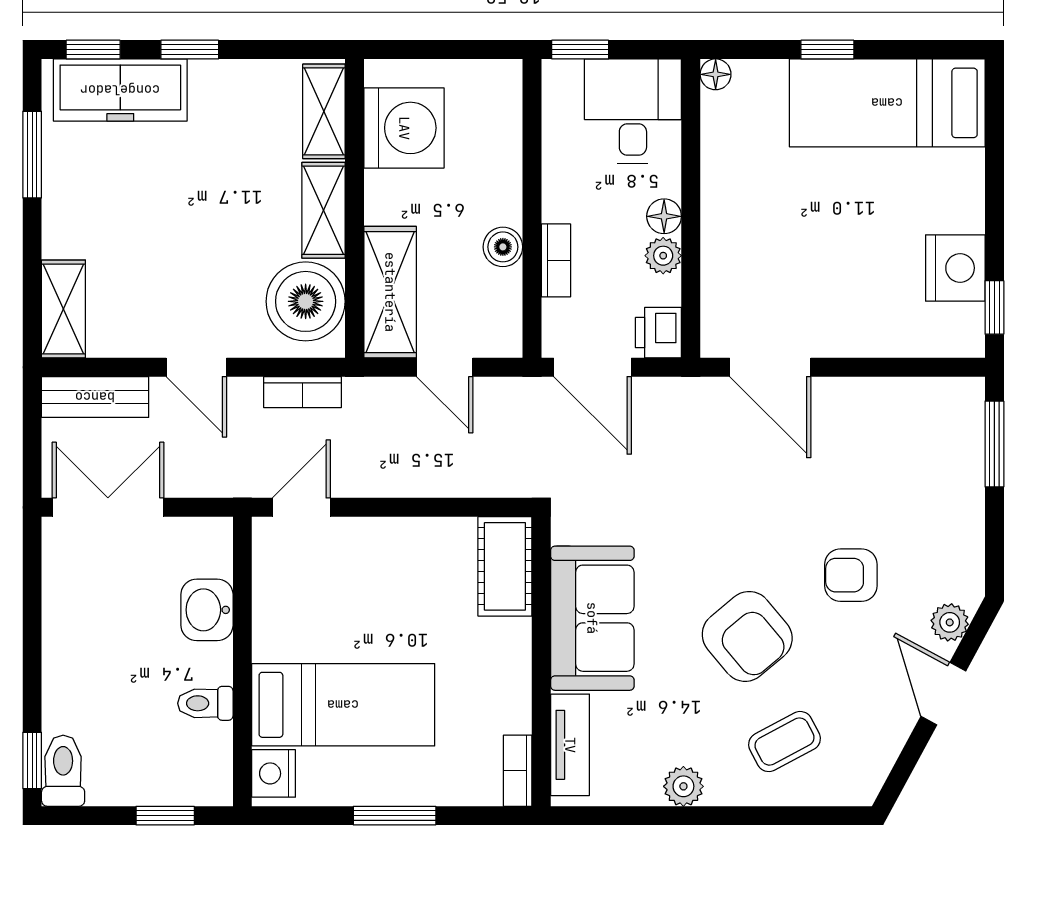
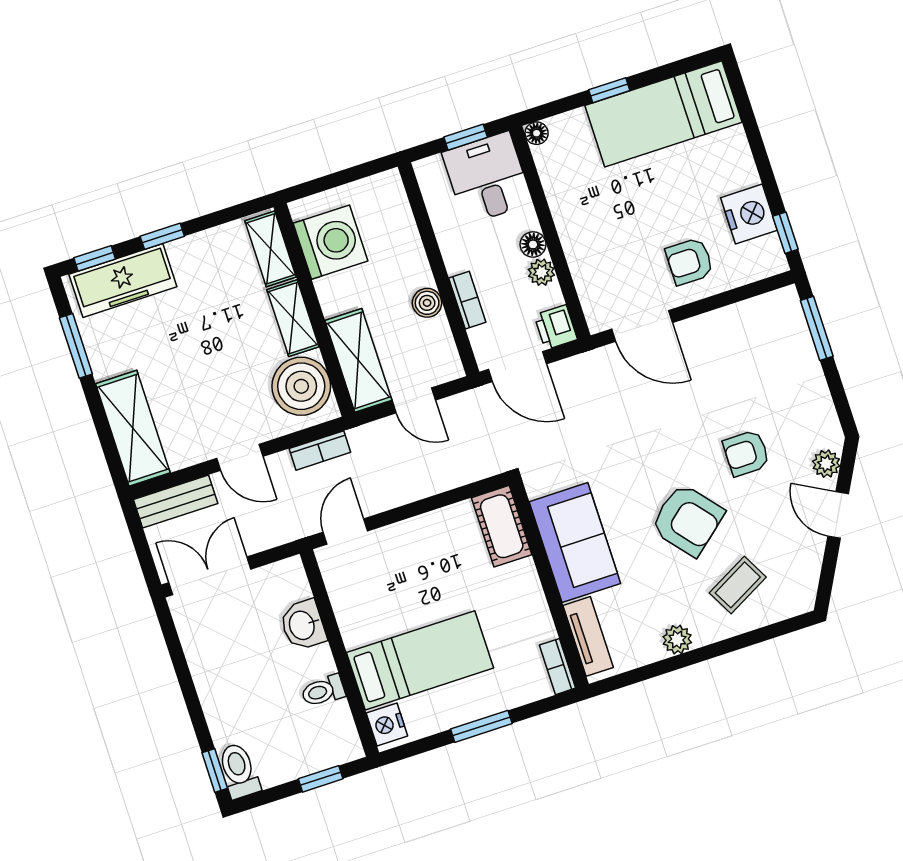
window: (580, 50) -> (466, 137), moved
armchair: (859, 304) -> (689, 261), added
shelving: (63, 309) -> (133, 428), width x1.50, depth x1.33

